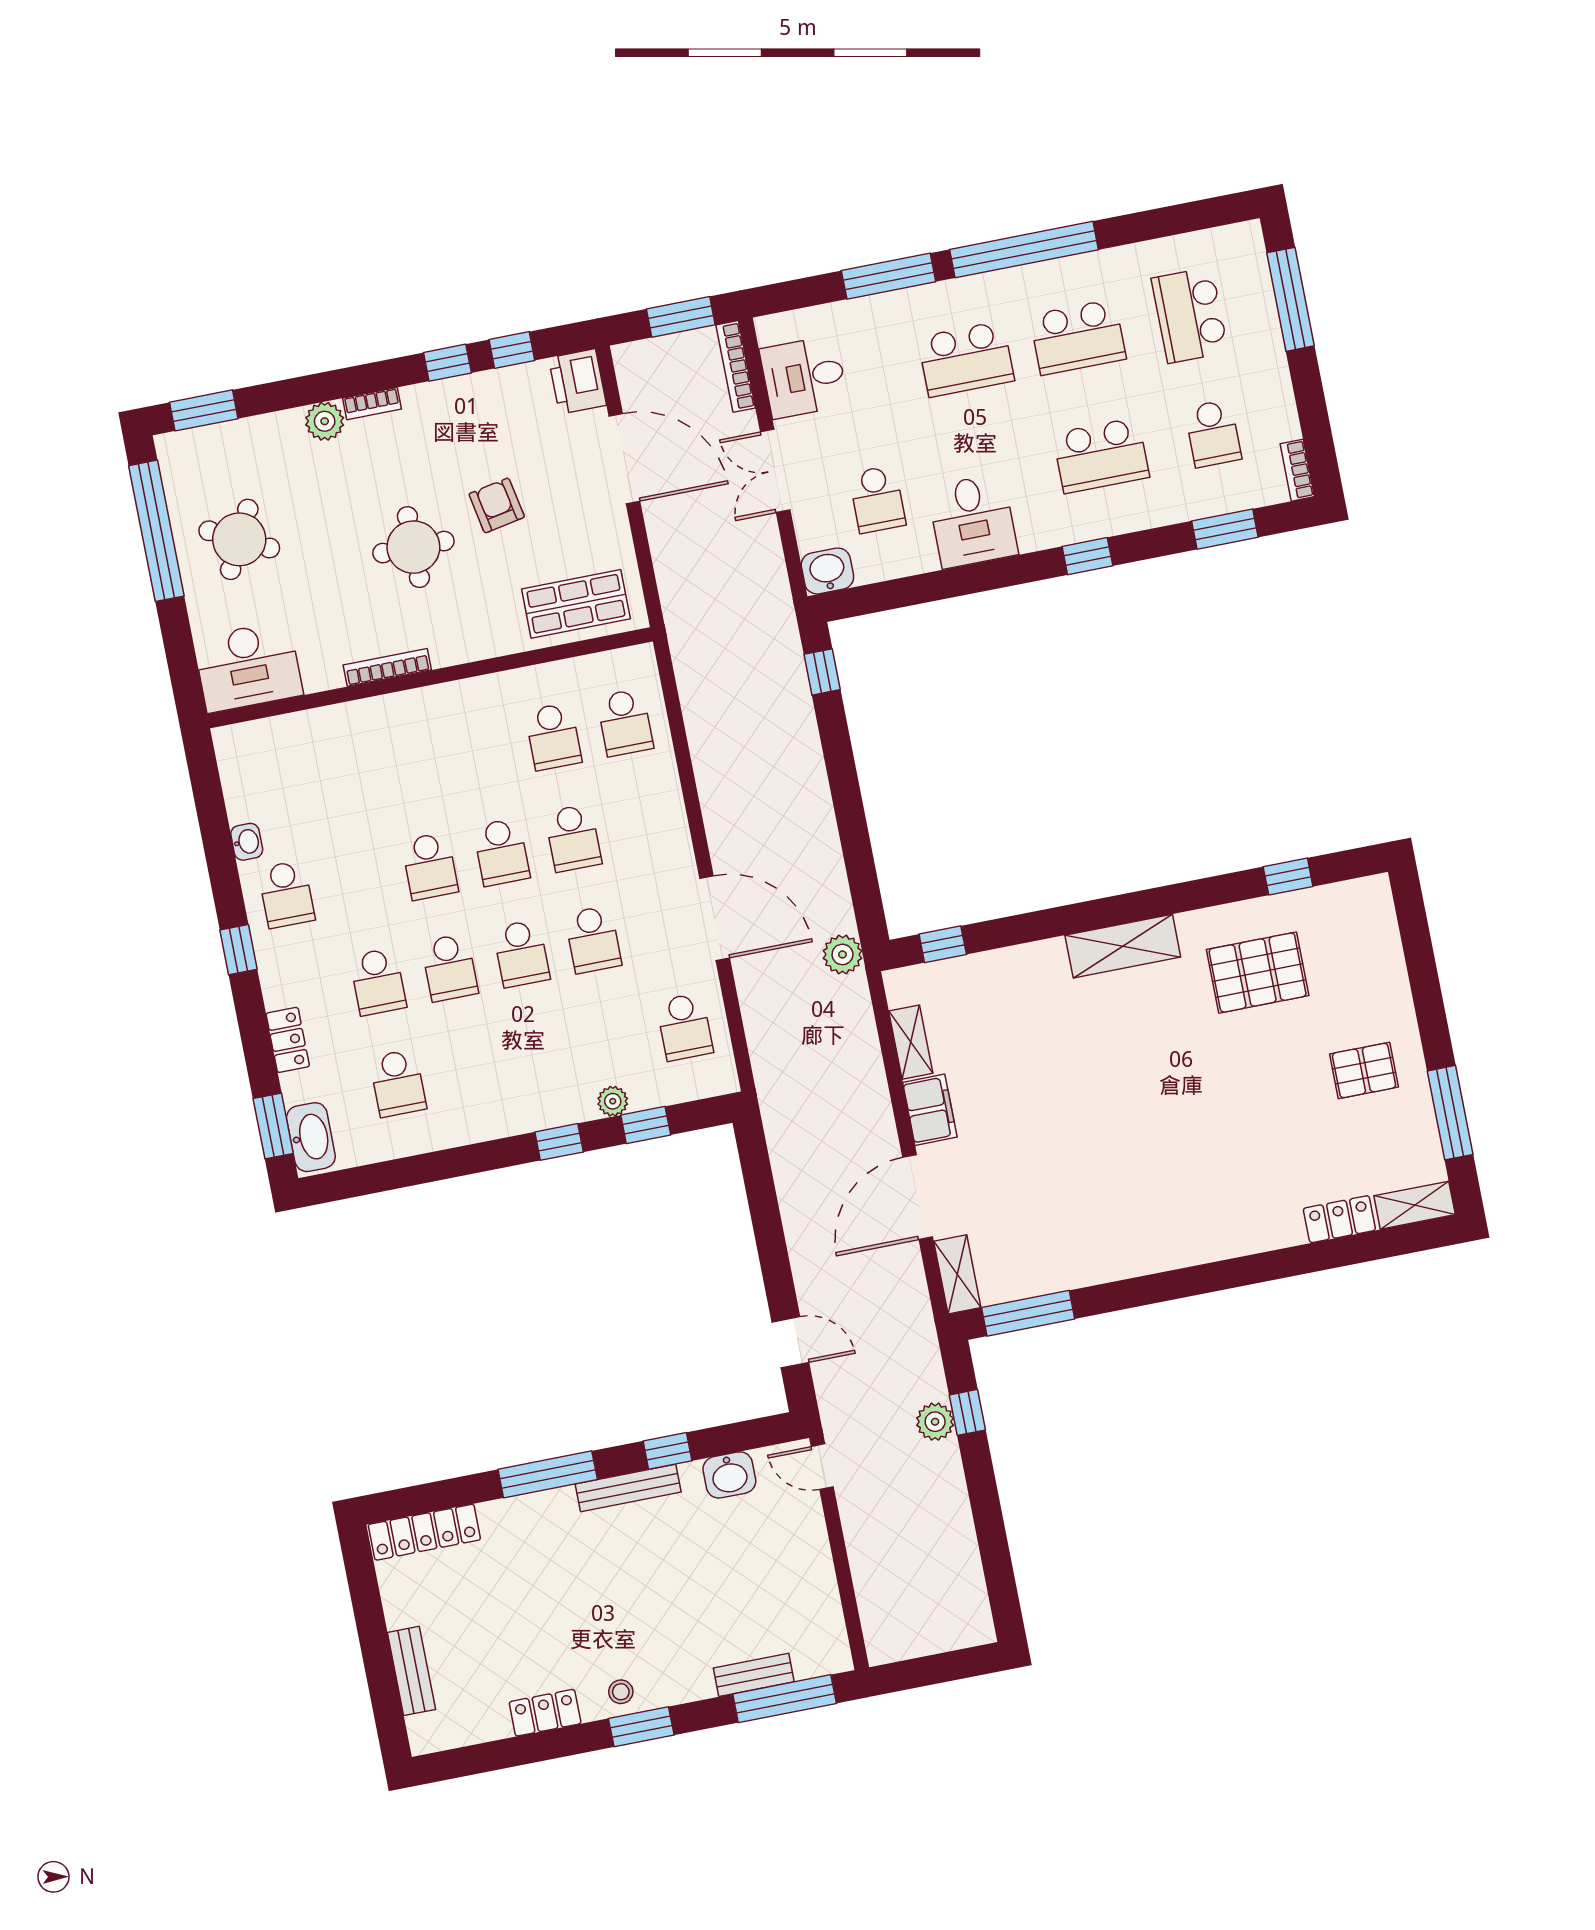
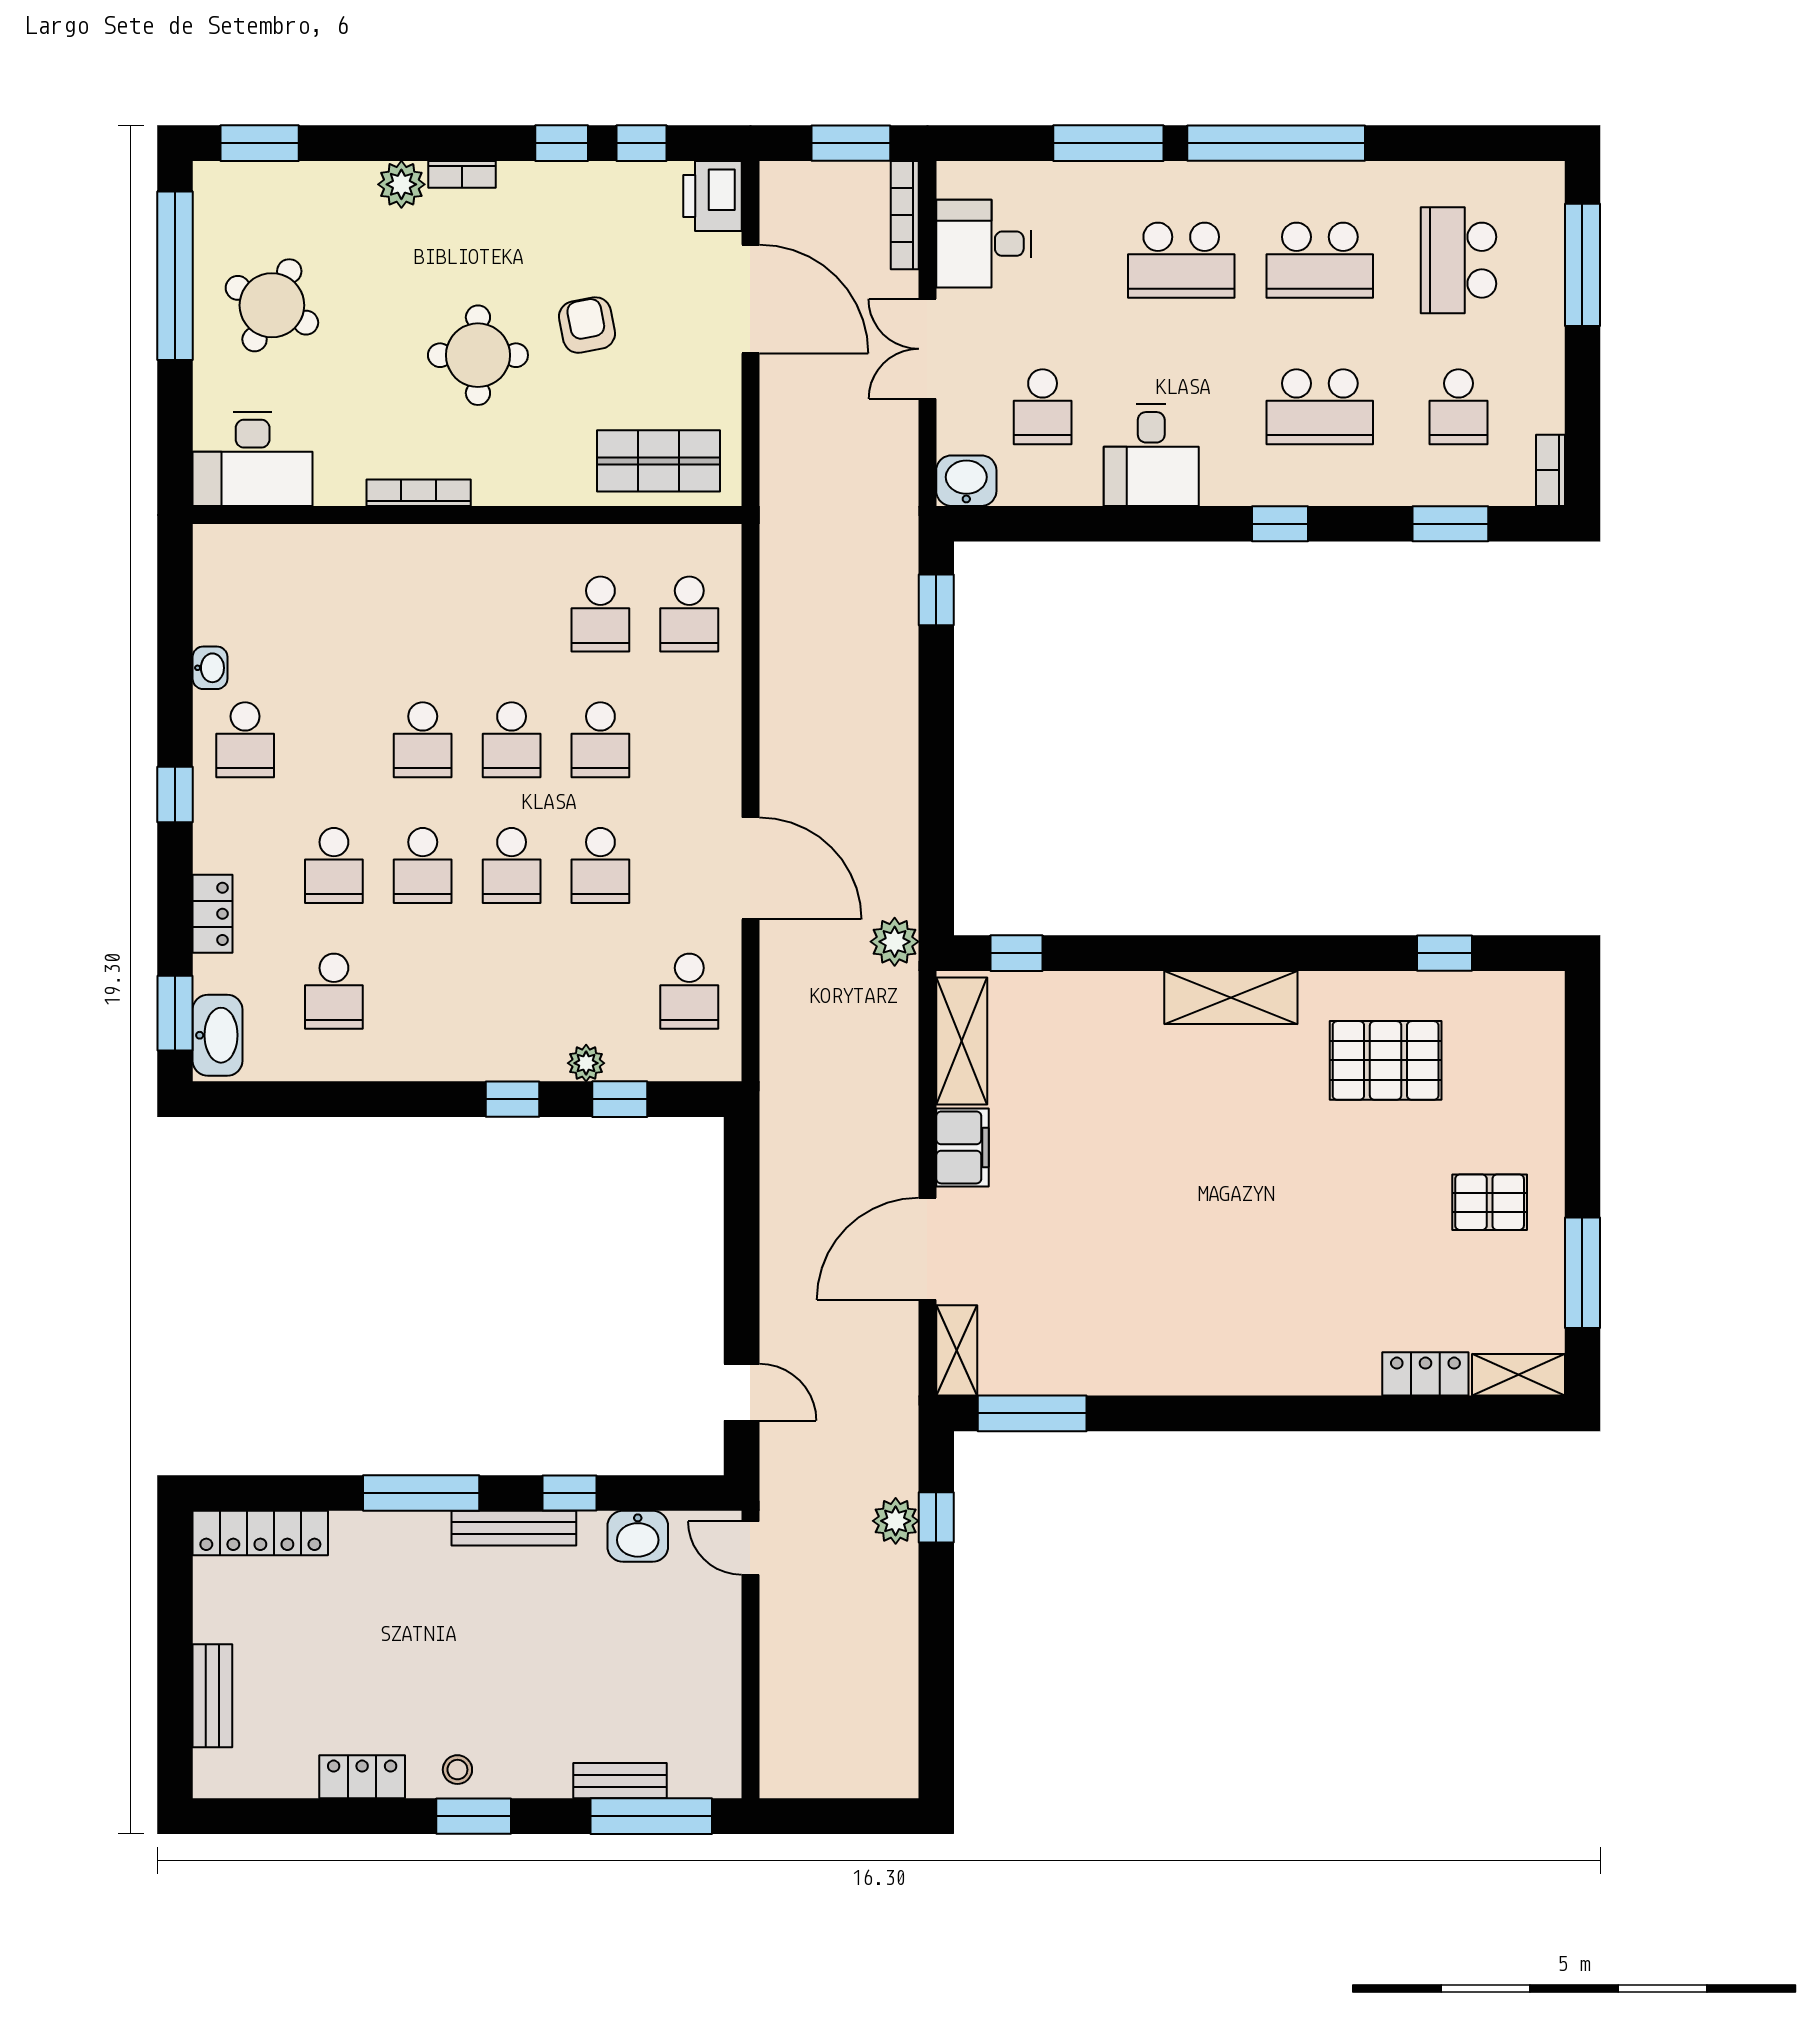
shelving: (911, 1042) -> (962, 1041), width x1.50, depth x1.33

